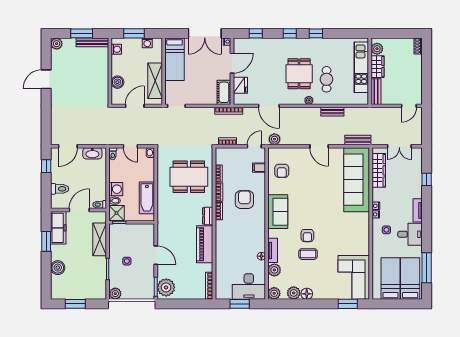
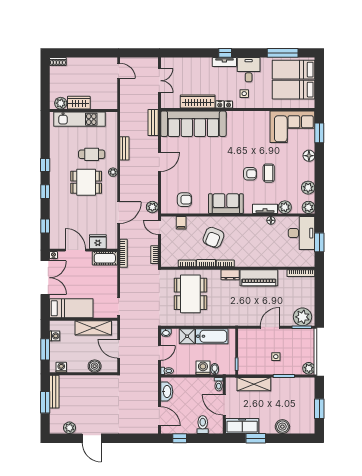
plant: (57, 44) -> (70, 428), moved
bench: (376, 92) -> (104, 104), removed
wardrobe: (379, 170) -> (198, 101), moved
window: (427, 179) -> (225, 53), moved
armchair: (244, 200) -> (213, 238), turned -68
shower: (117, 213) -> (187, 336), moved
floor lamp: (307, 294) -> (309, 156), moved

